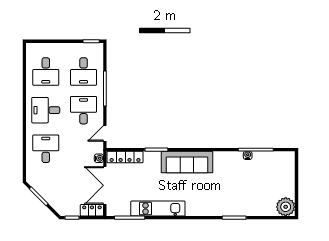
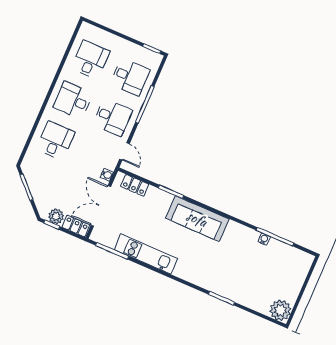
desk: (46, 72) -> (90, 60), turned 180
desk: (84, 72) -> (130, 77), turned -90
desk: (84, 110) -> (113, 117), turned 90
door: (105, 133) -> (124, 151), swing flipped
locker: (125, 157) -> (135, 185), width x0.66
plant: (73, 209) -> (56, 216), added

